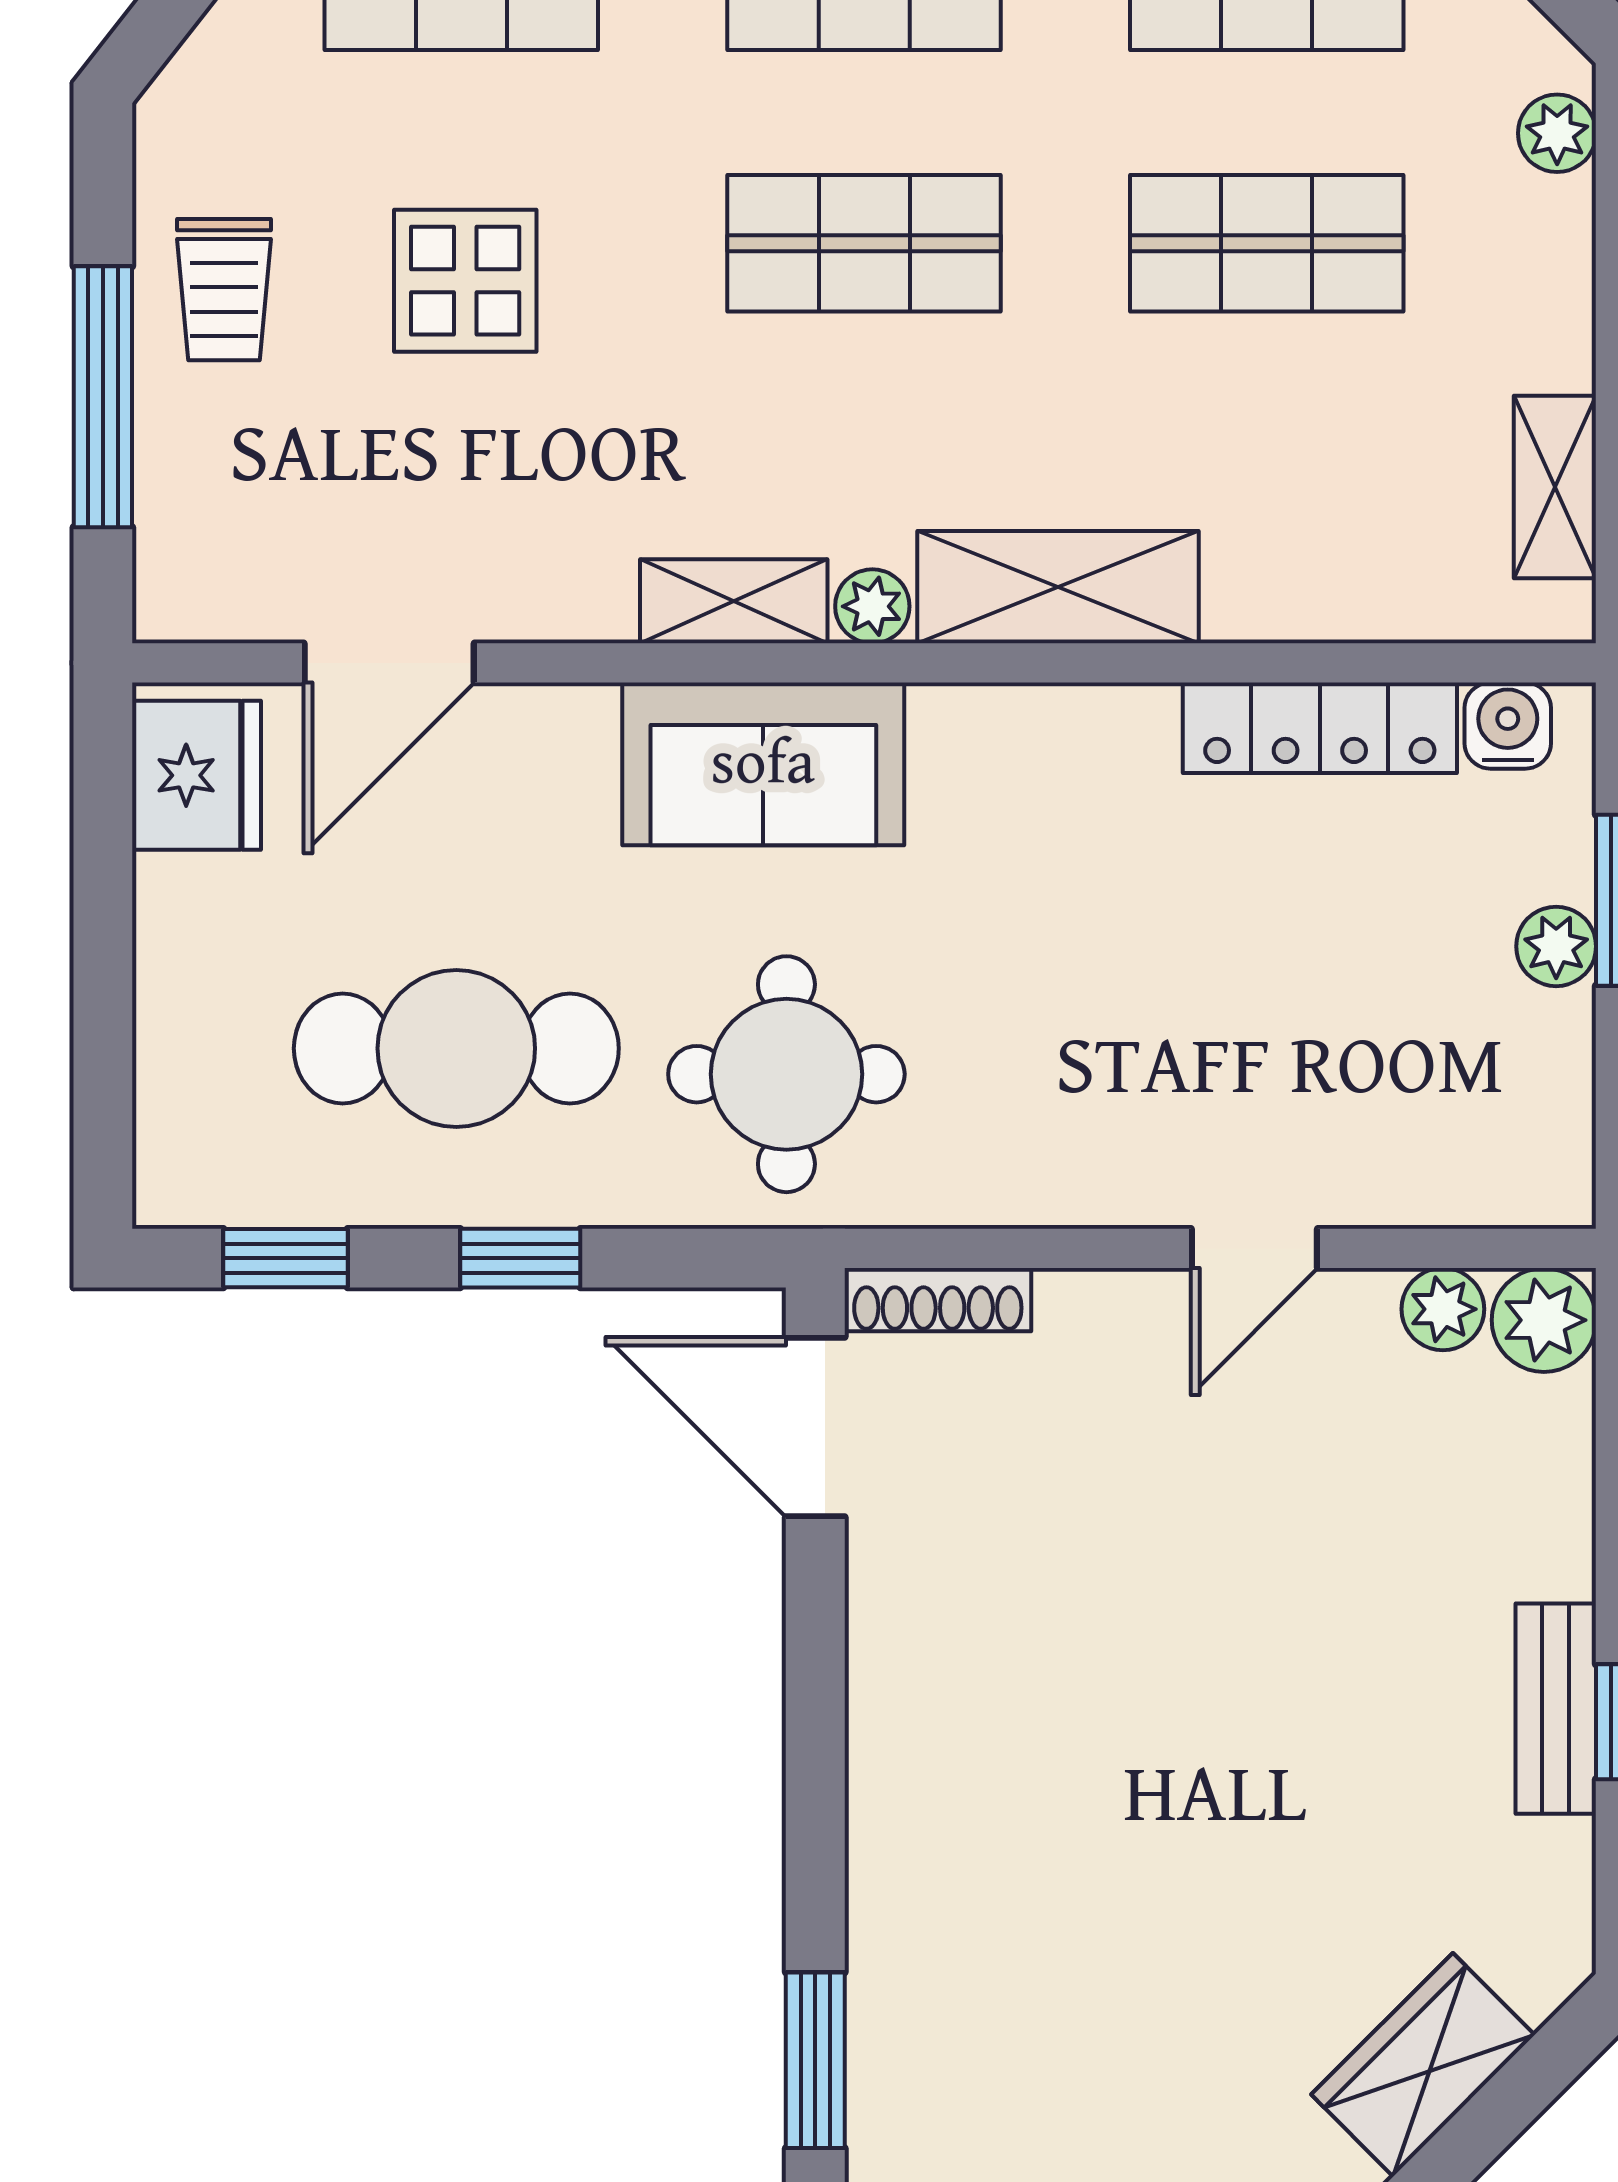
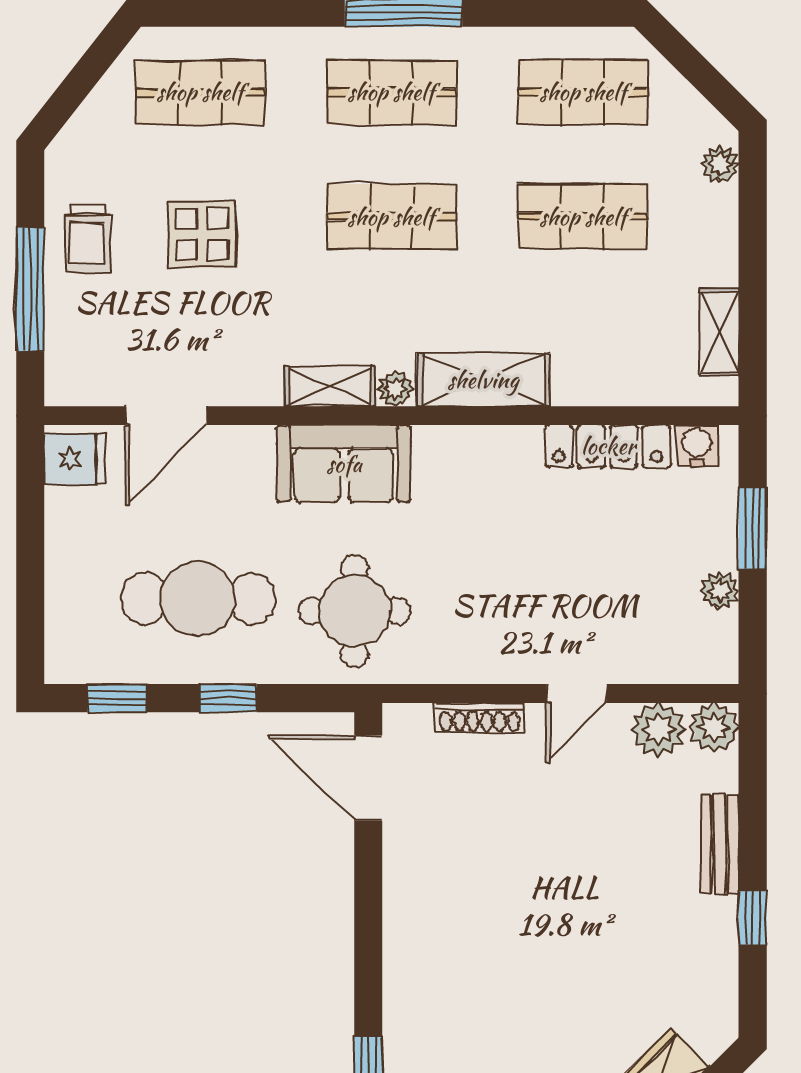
fridge: (196, 775) -> (75, 459), width x0.72
plant: (1556, 946) -> (720, 591), moved
shoe rack: (938, 1300) -> (480, 718), moved
plant: (1443, 1309) -> (659, 730), width x1.38, depth x1.38
bench: (1556, 1709) -> (720, 844), moved

